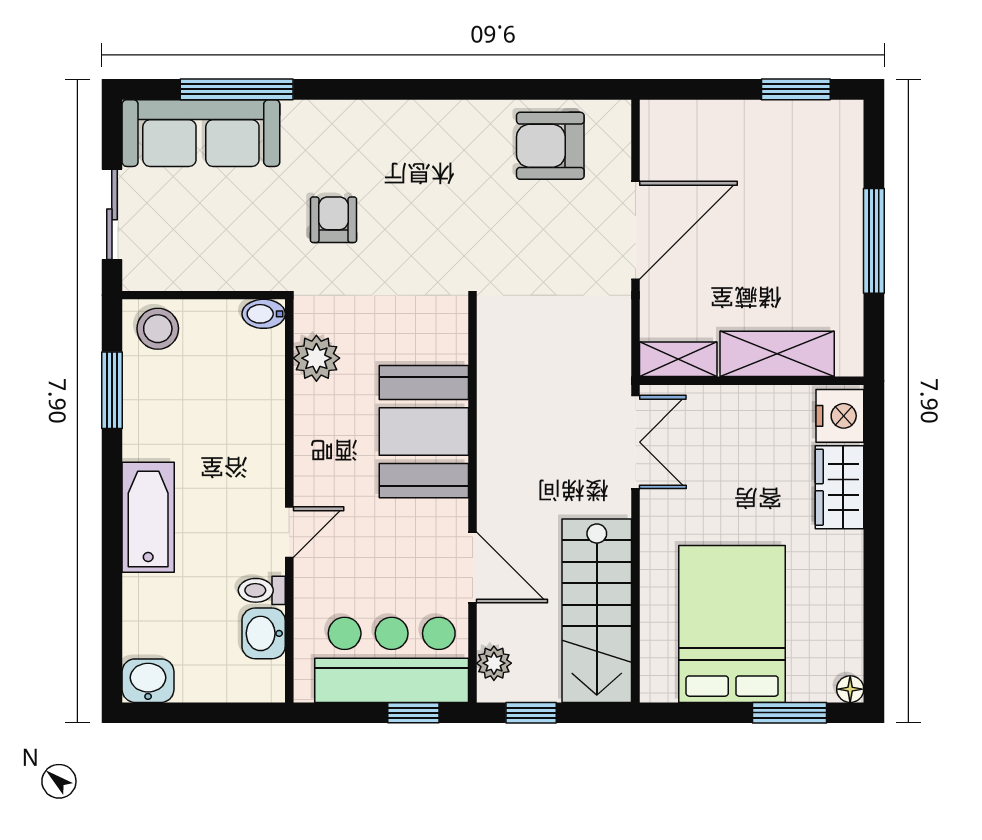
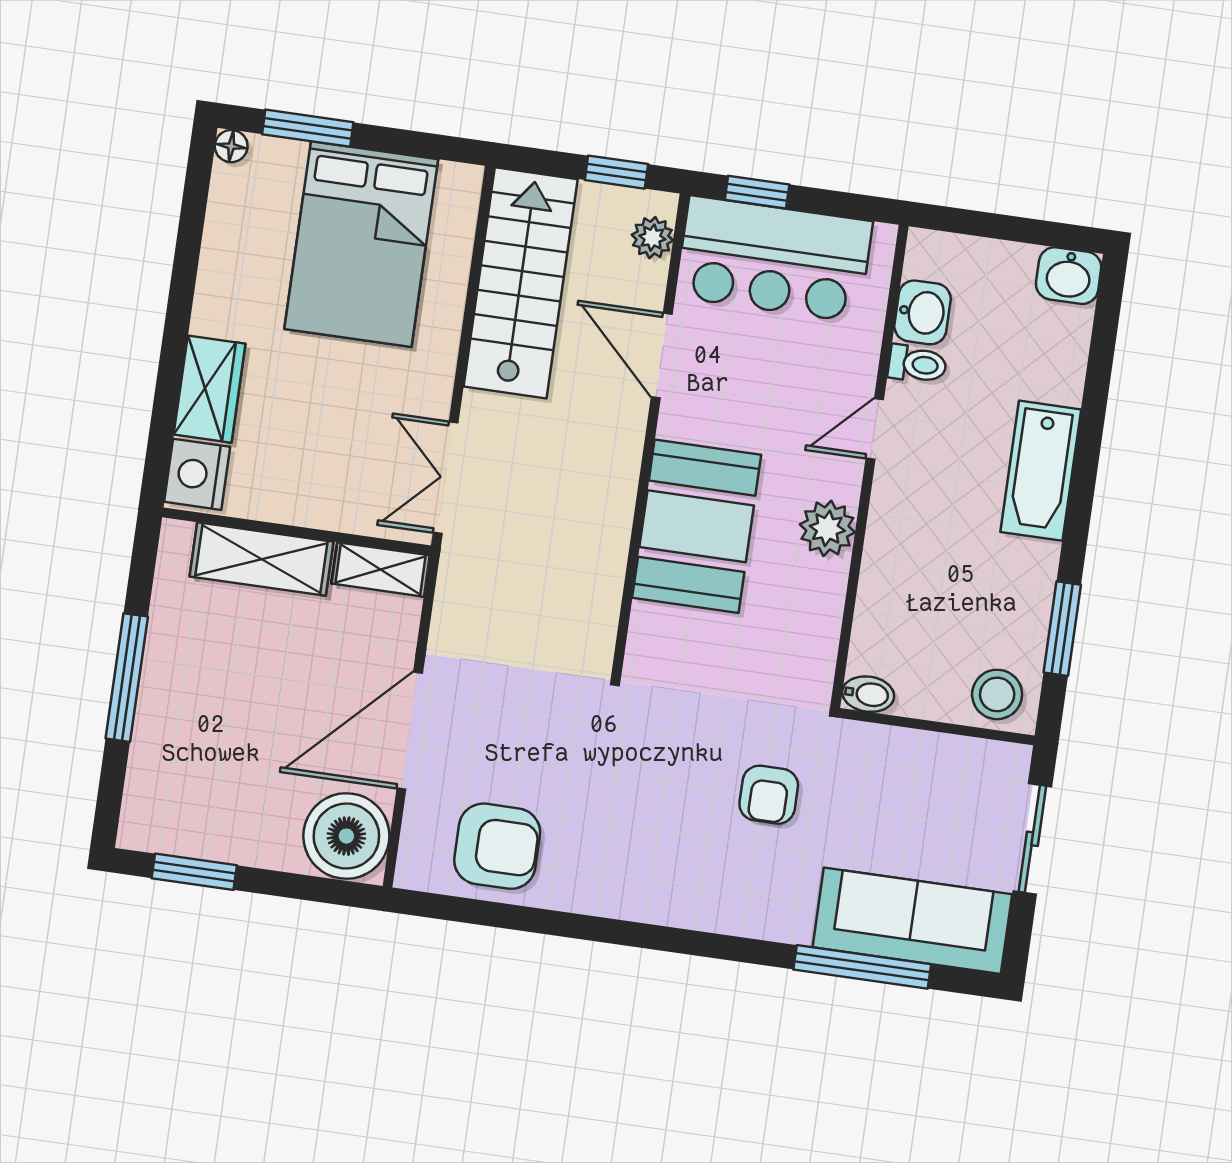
boiler: (675, 137) -> (346, 836), added
plant: (316, 358) -> (827, 528), moved

